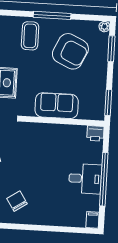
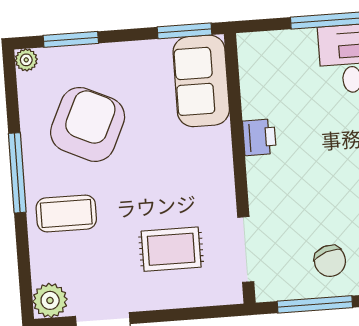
sofa: (57, 106) -> (201, 81), moved
printer: (95, 133) -> (259, 137), moved

